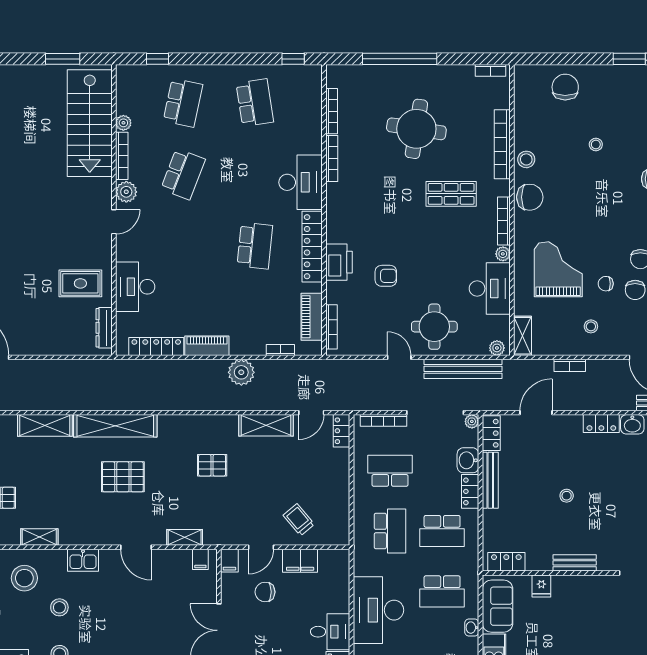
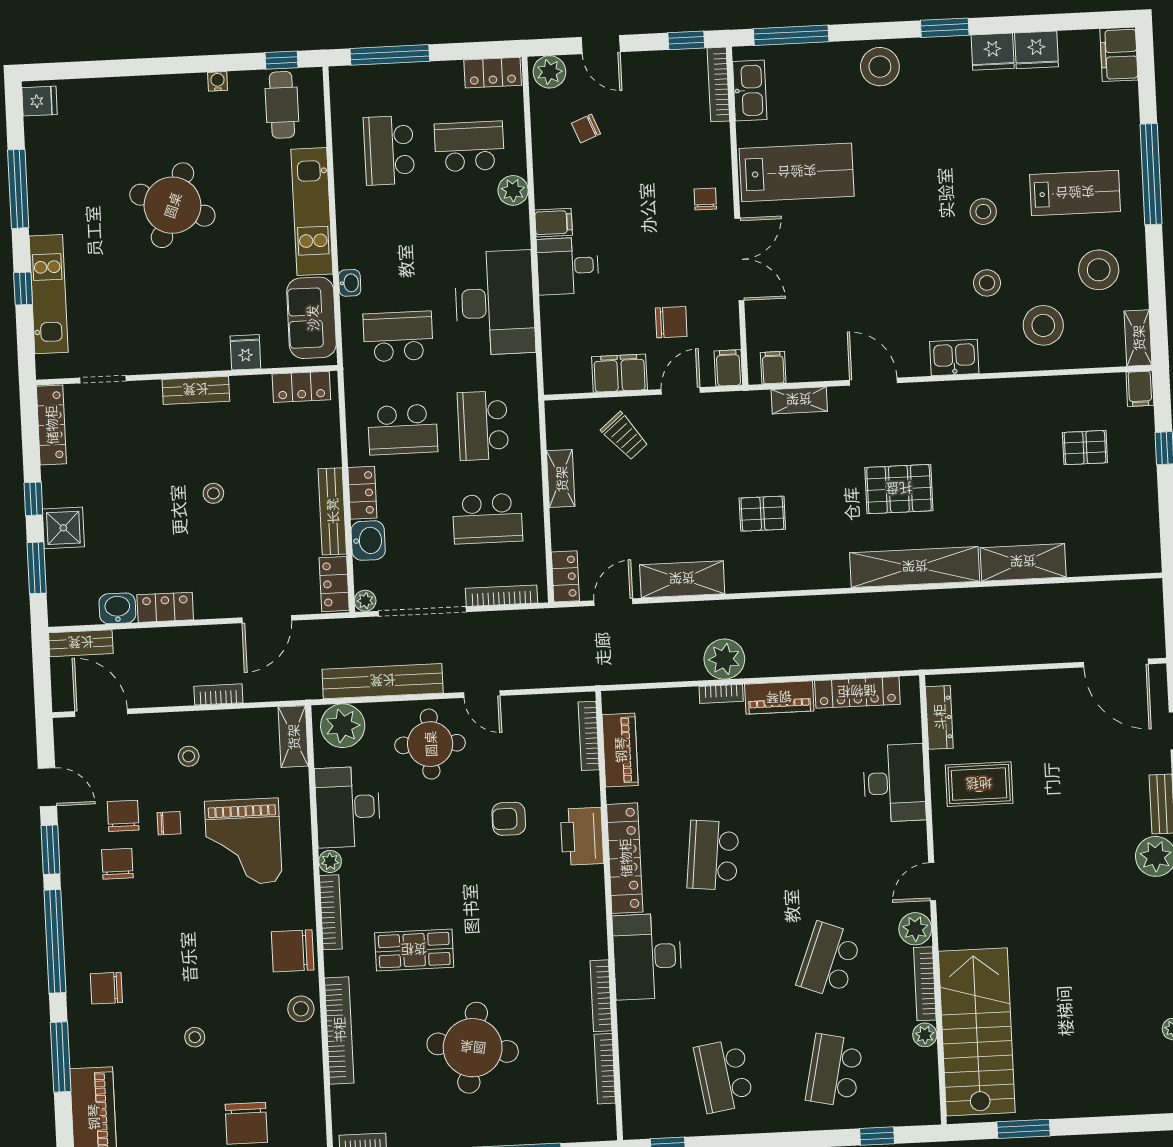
plant: (497, 348) -> (343, 726), width x1.88, depth x1.88
bookcase: (280, 350) -> (721, 694), moved
school desk: (442, 531) -> (403, 429), turned 180
shelving: (39, 537) -> (561, 479), moved, turned 90

